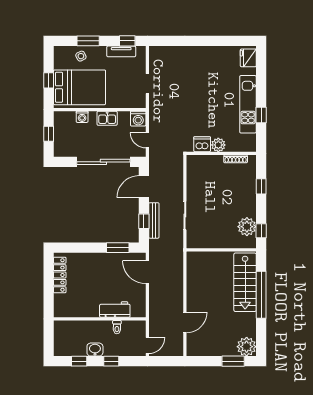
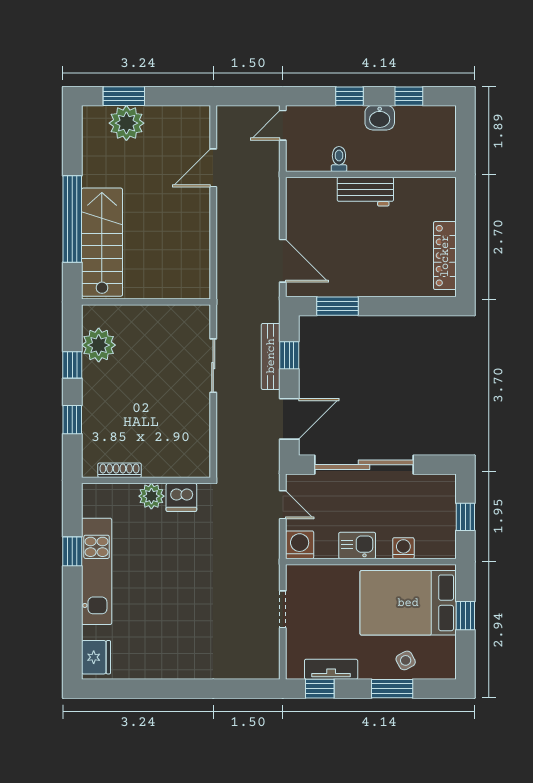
window: (261, 231) -> (72, 365), moved
workbench: (115, 310) -> (365, 192), moved
plant: (247, 347) -> (126, 123), moved

